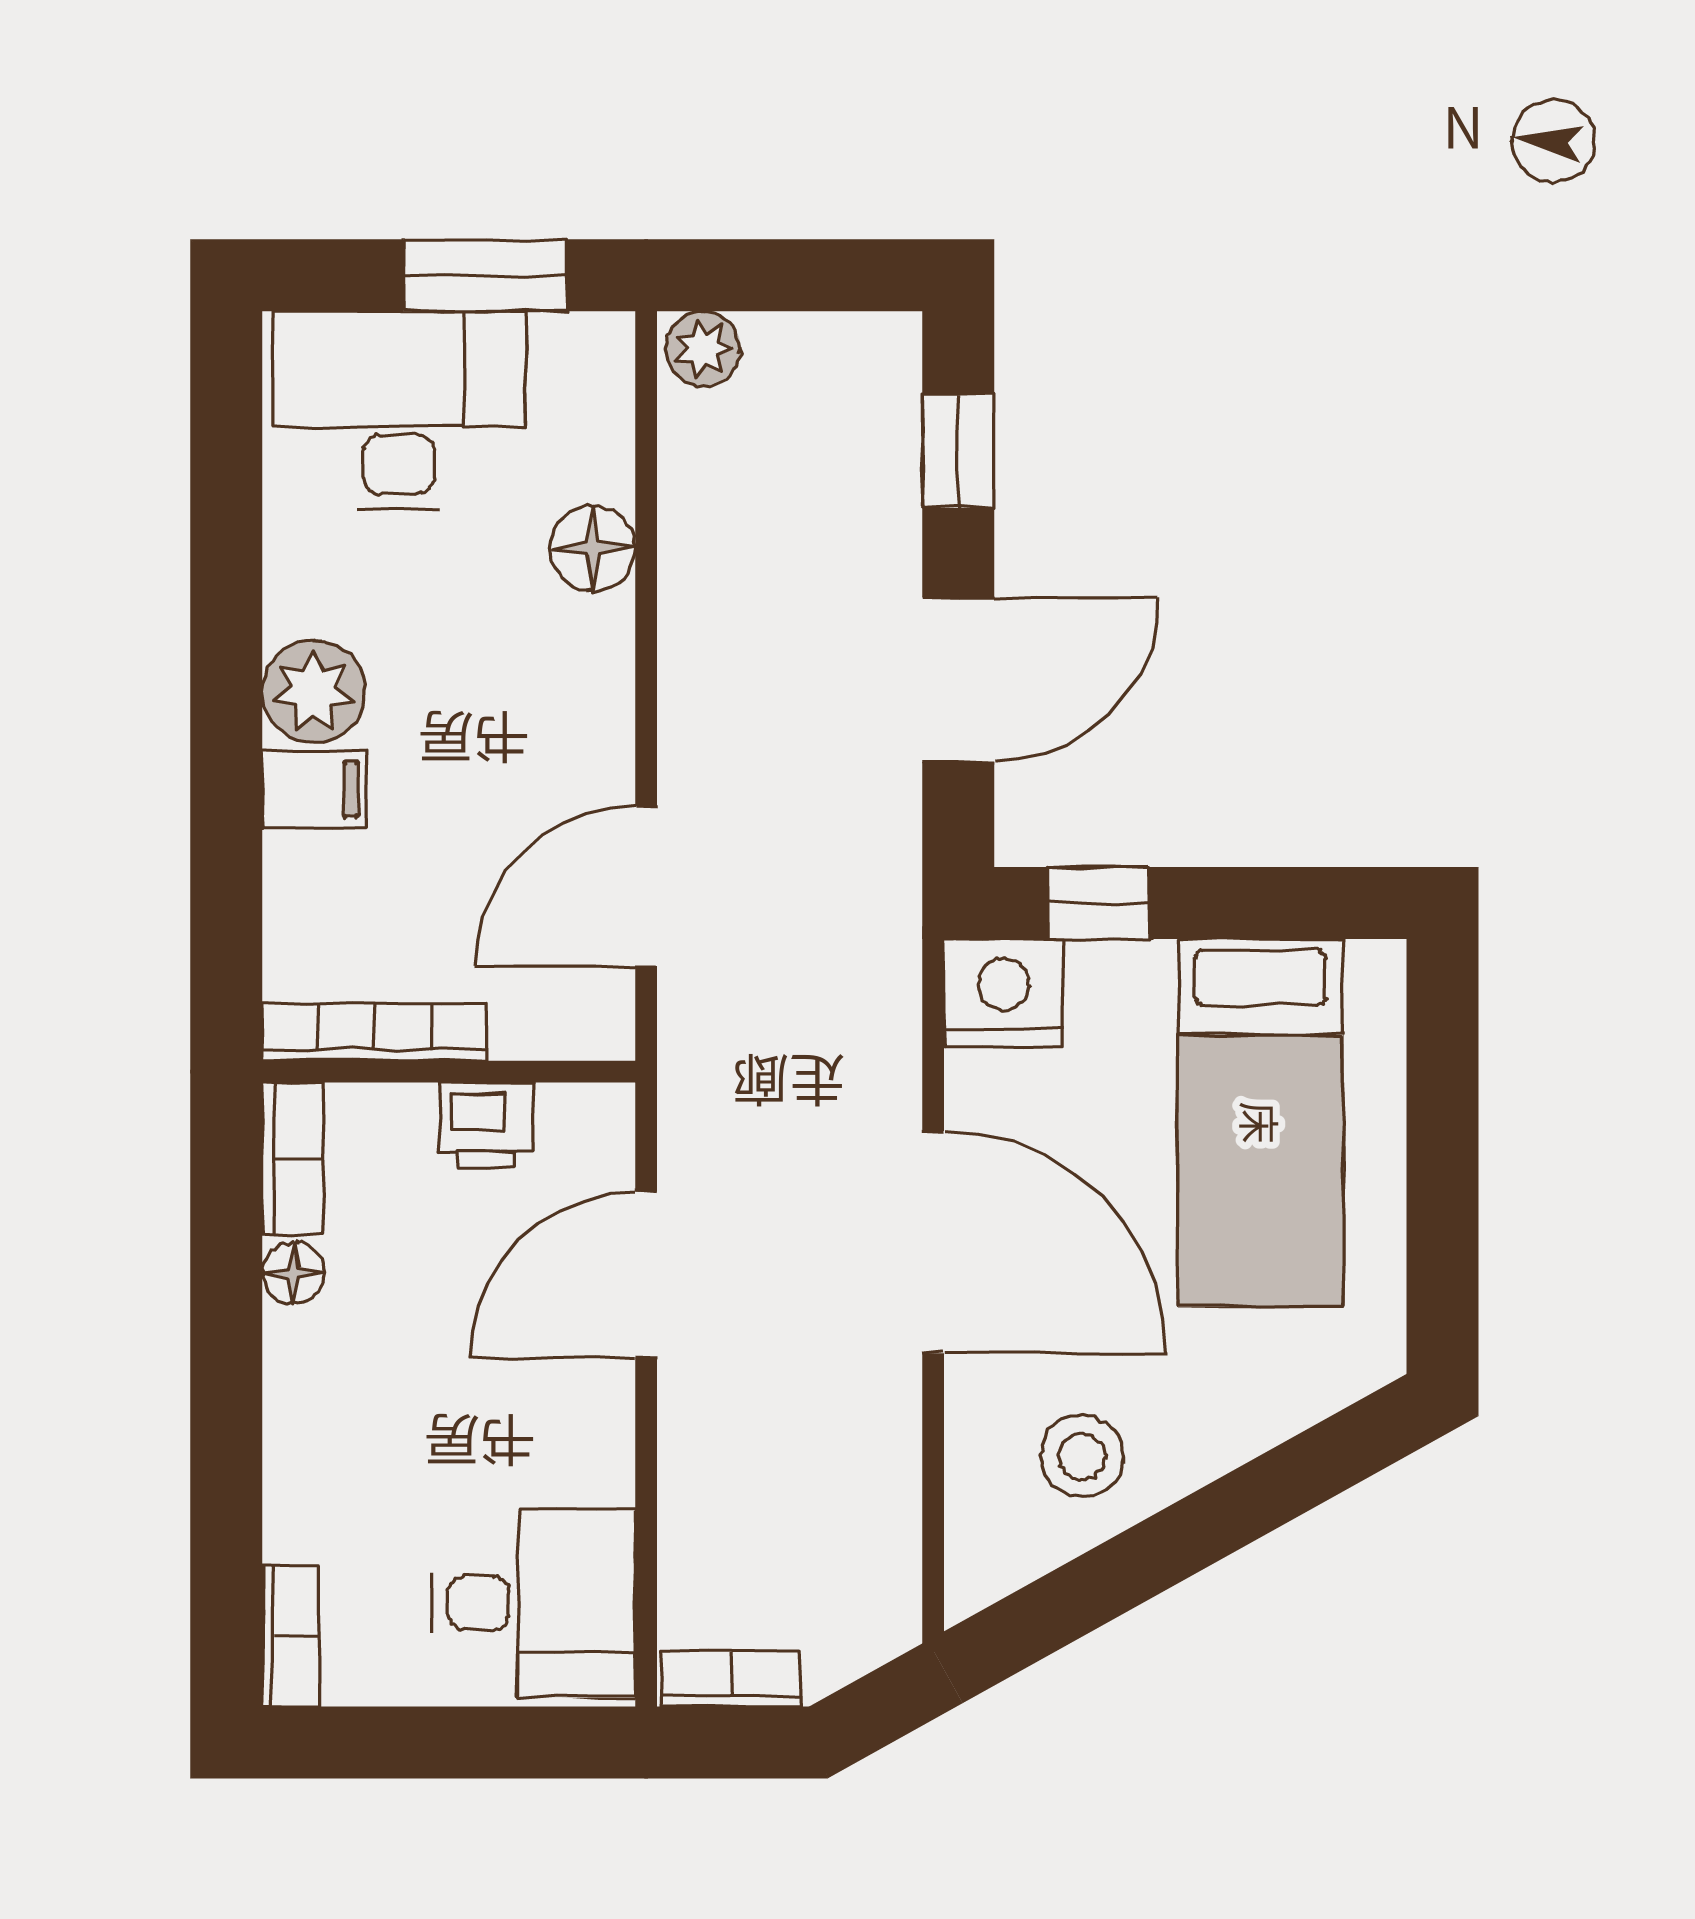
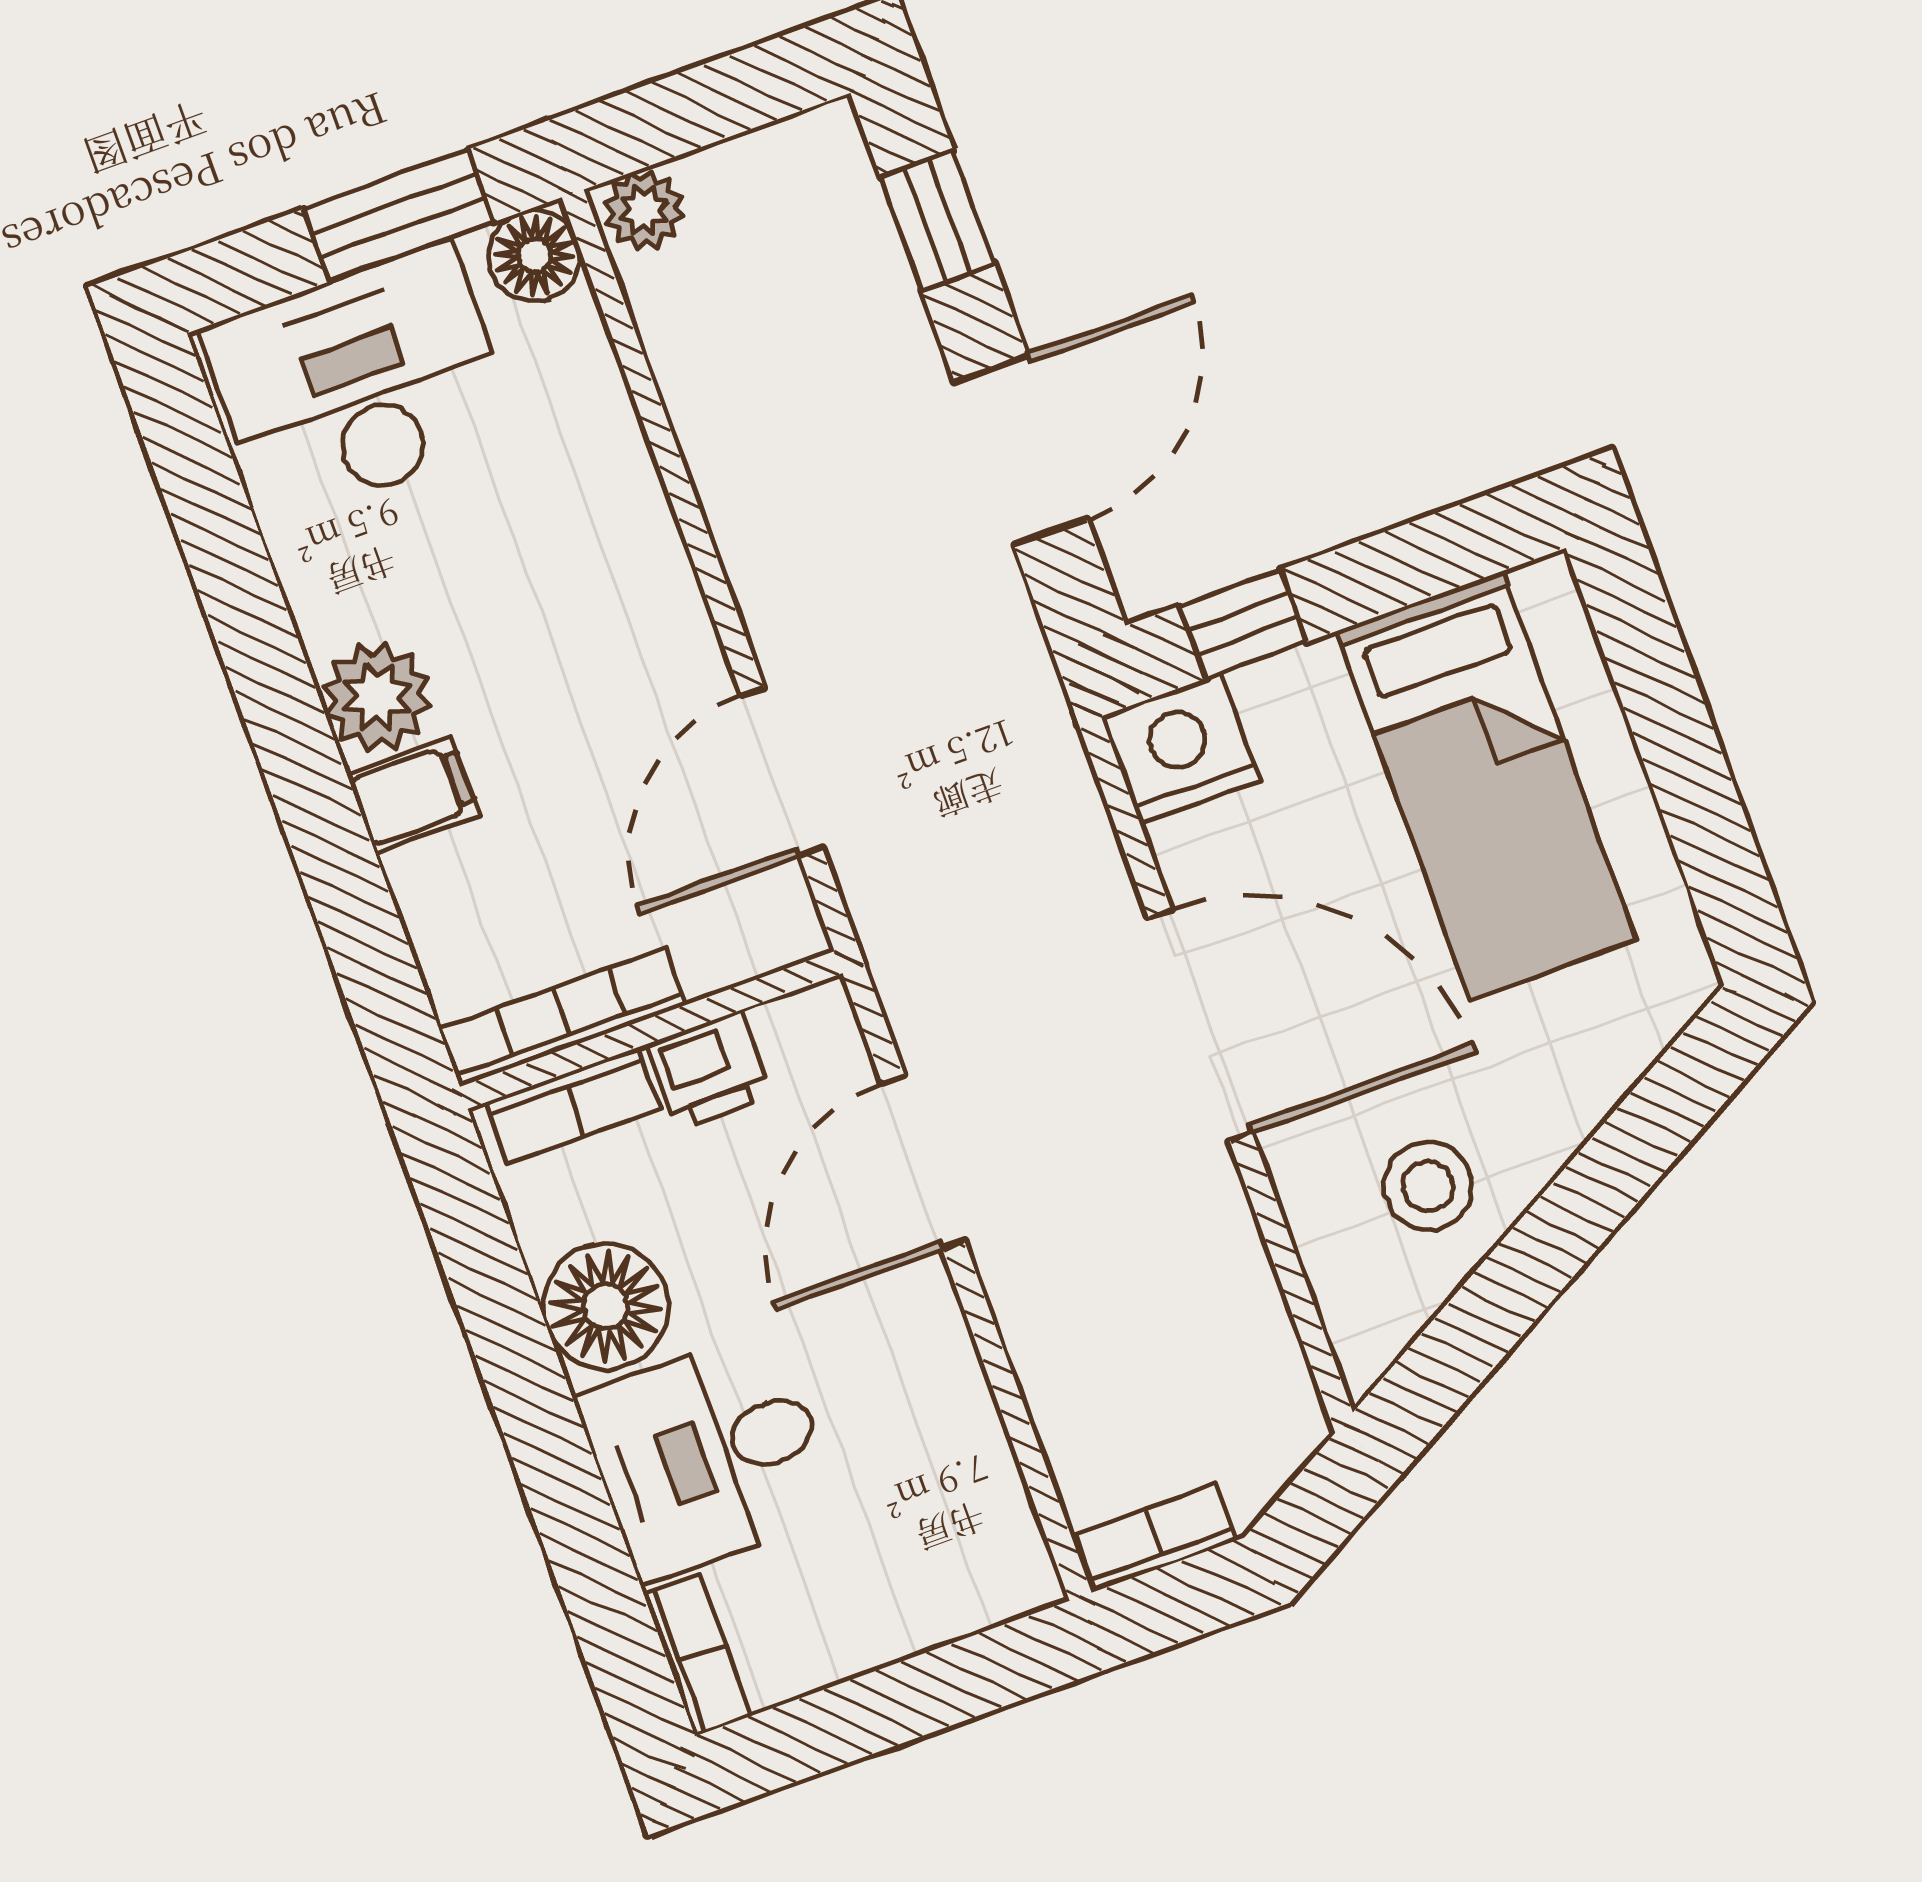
floor lamp: (593, 548) -> (535, 256), moved
bookcase: (293, 1158) -> (573, 1105), moved, turned 90
floor lamp: (293, 1273) -> (606, 1306), width x1.89, depth x1.89
desk: (534, 1603) -> (709, 1455), moved, turned 180

